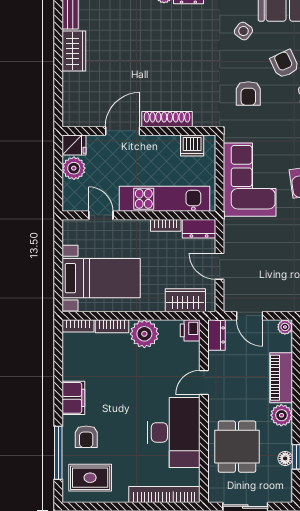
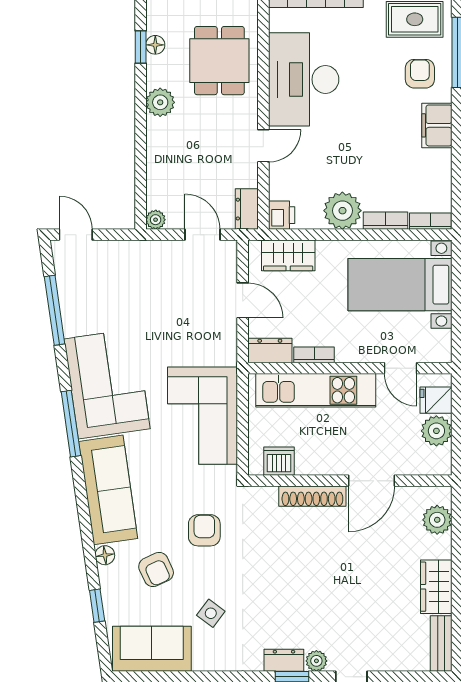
plant: (73, 101) -> (437, 520), added
fridge: (74, 145) -> (436, 400), moved
piano: (281, 378) -> (161, 152), removed

